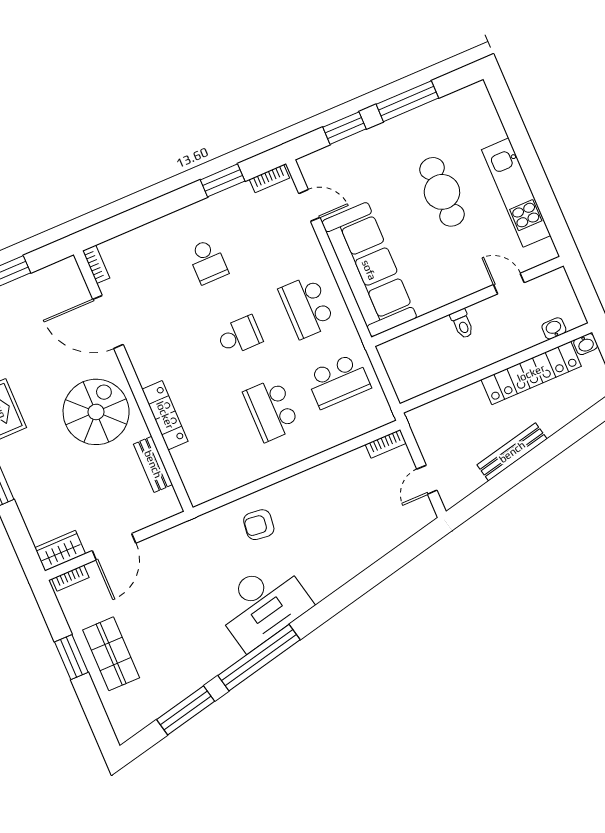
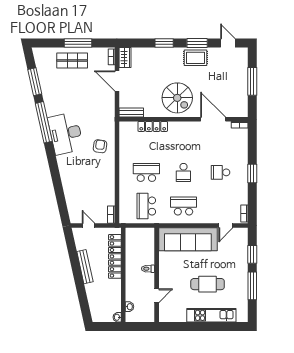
window: (223, 180) -> (252, 174), moved
kitchen unit: (516, 193) -> (211, 315), moved
door: (108, 322) -> (213, 119), hinge flipped
locker: (531, 373) -> (115, 256), moved
locker: (165, 415) -> (153, 126), moved
bench: (153, 464) -> (131, 112), moved
window: (71, 657) -> (78, 43), width x1.44

